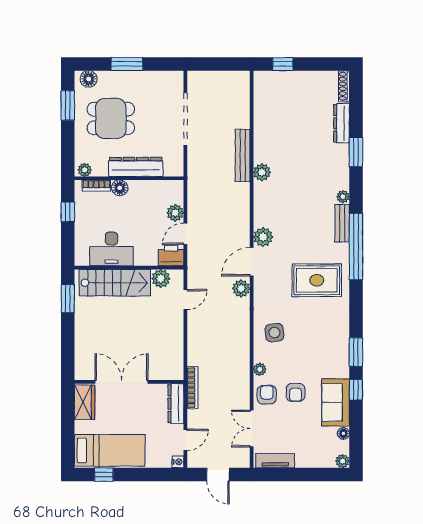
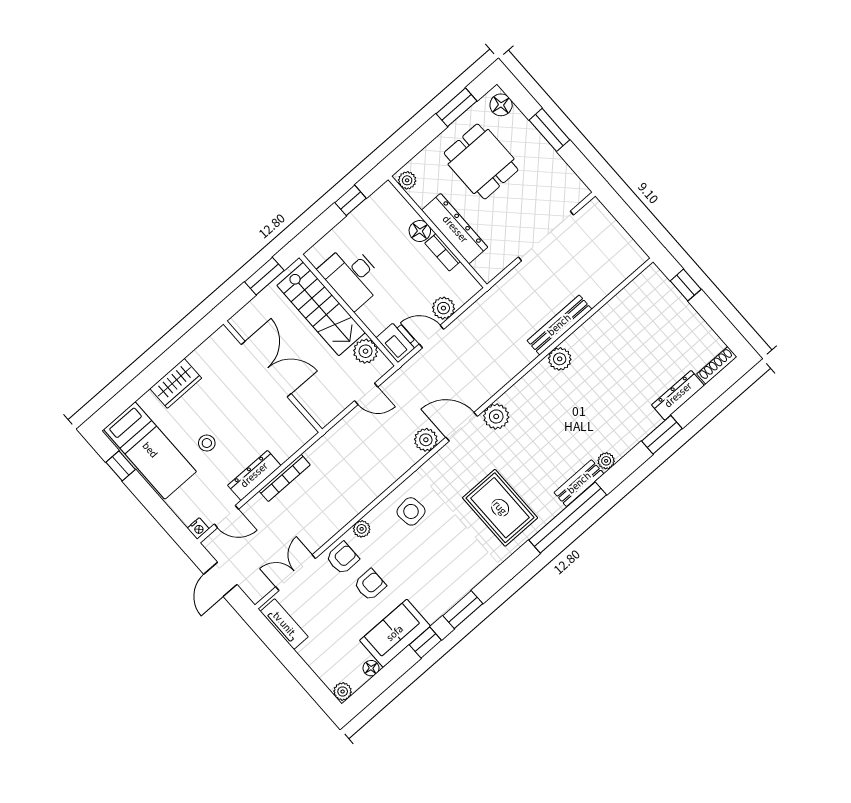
bookcase: (96, 186) -> (443, 252), moved
double door: (121, 382) -> (266, 369), moved
wall: (129, 382) -> (273, 377), moved
armchair: (296, 392) -> (370, 585), turned 180
stool: (134, 414) -> (207, 443), added

